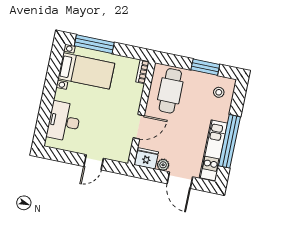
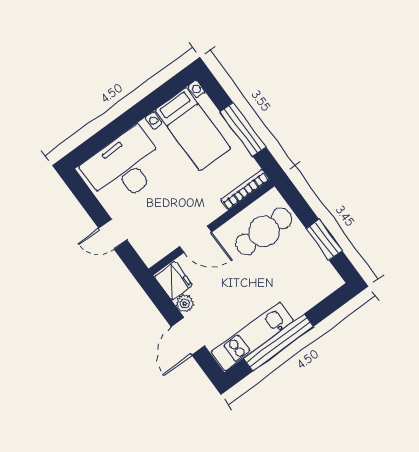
window: (94, 44) -> (243, 129), moved
bookcase: (143, 72) -> (245, 190), width x1.56
stool: (219, 92) -> (314, 280), removed
desk: (64, 121) -> (124, 167), width x1.36, depth x1.30

